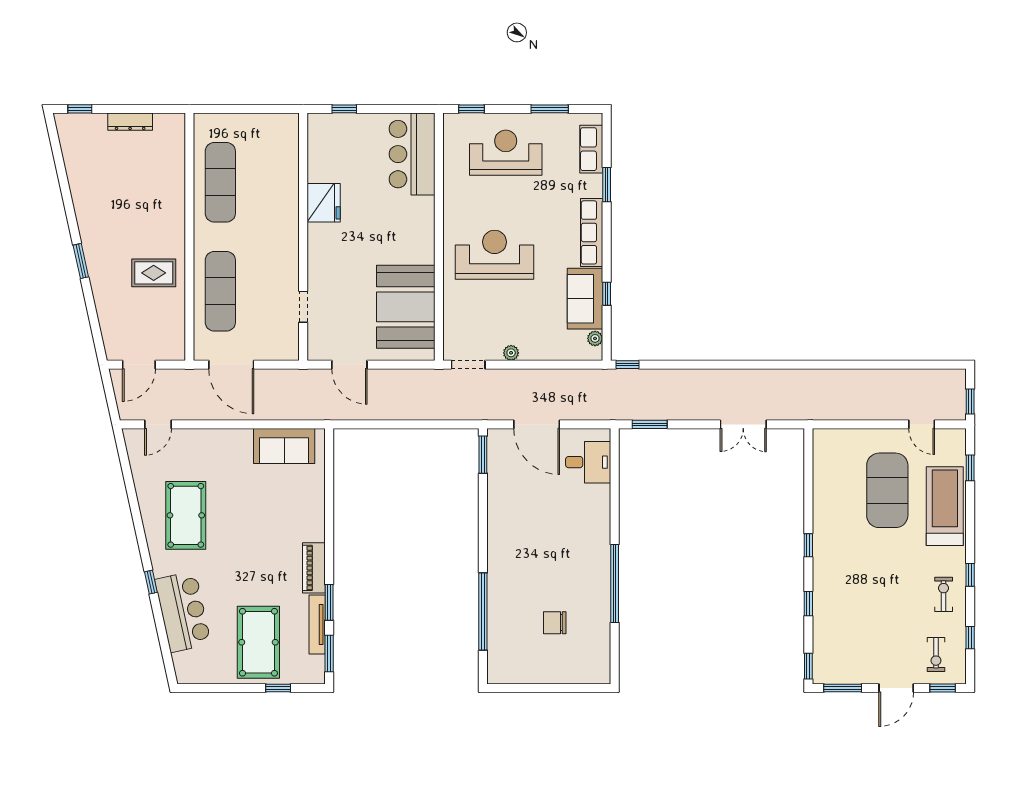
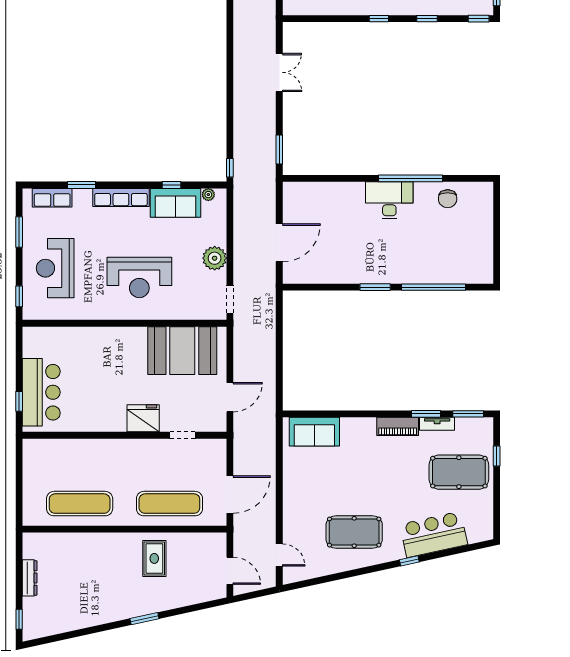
bar counter: (412, 154) -> (41, 392), moved, turned -90
fridge: (324, 203) -> (143, 418), moved
reception desk: (495, 255) -> (139, 277), turned -90
plant: (511, 353) -> (215, 258), width x1.88, depth x1.88
sofa: (284, 446) -> (314, 432), moved, turned 90
window: (483, 455) -> (375, 287), moved
desk: (588, 462) -> (389, 200), moved, width x1.37
chair: (555, 623) -> (448, 199), moved
tv unit: (317, 624) -> (437, 424), width x0.71

